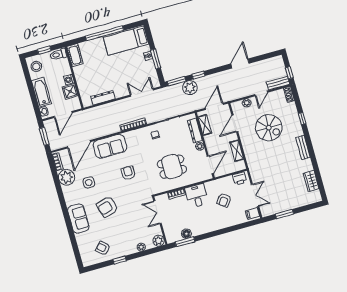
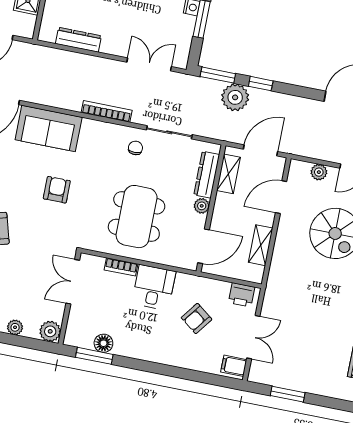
dining table: (172, 167) -> (137, 217), width x1.37

